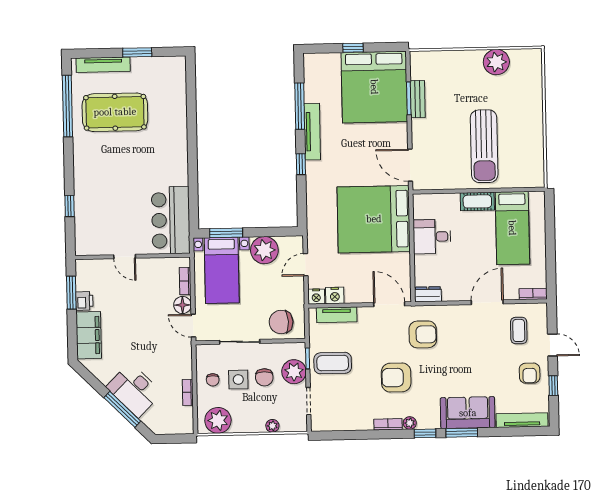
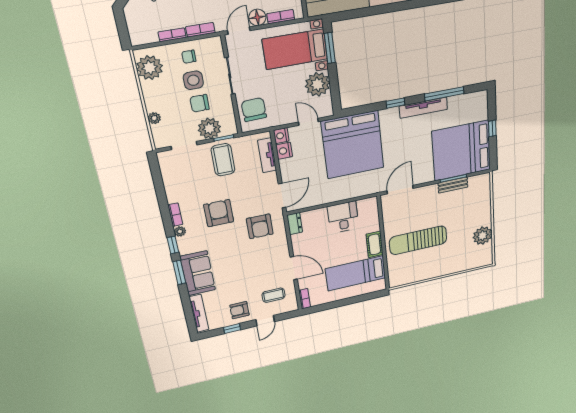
bed: (374, 219) -> (353, 145), moved, turned 180
bookcase: (187, 364) -> (200, 30), added

